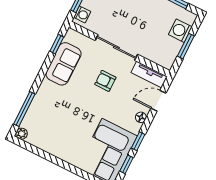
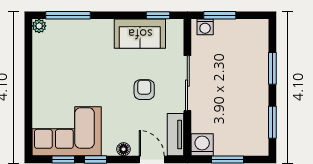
washing machine: (180, 31) -> (202, 145), moved

